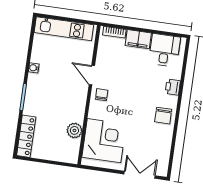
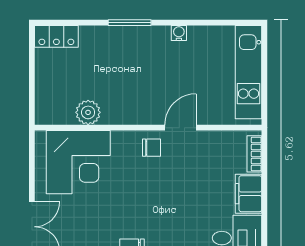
locker: (26, 136) -> (56, 36), width x0.66

